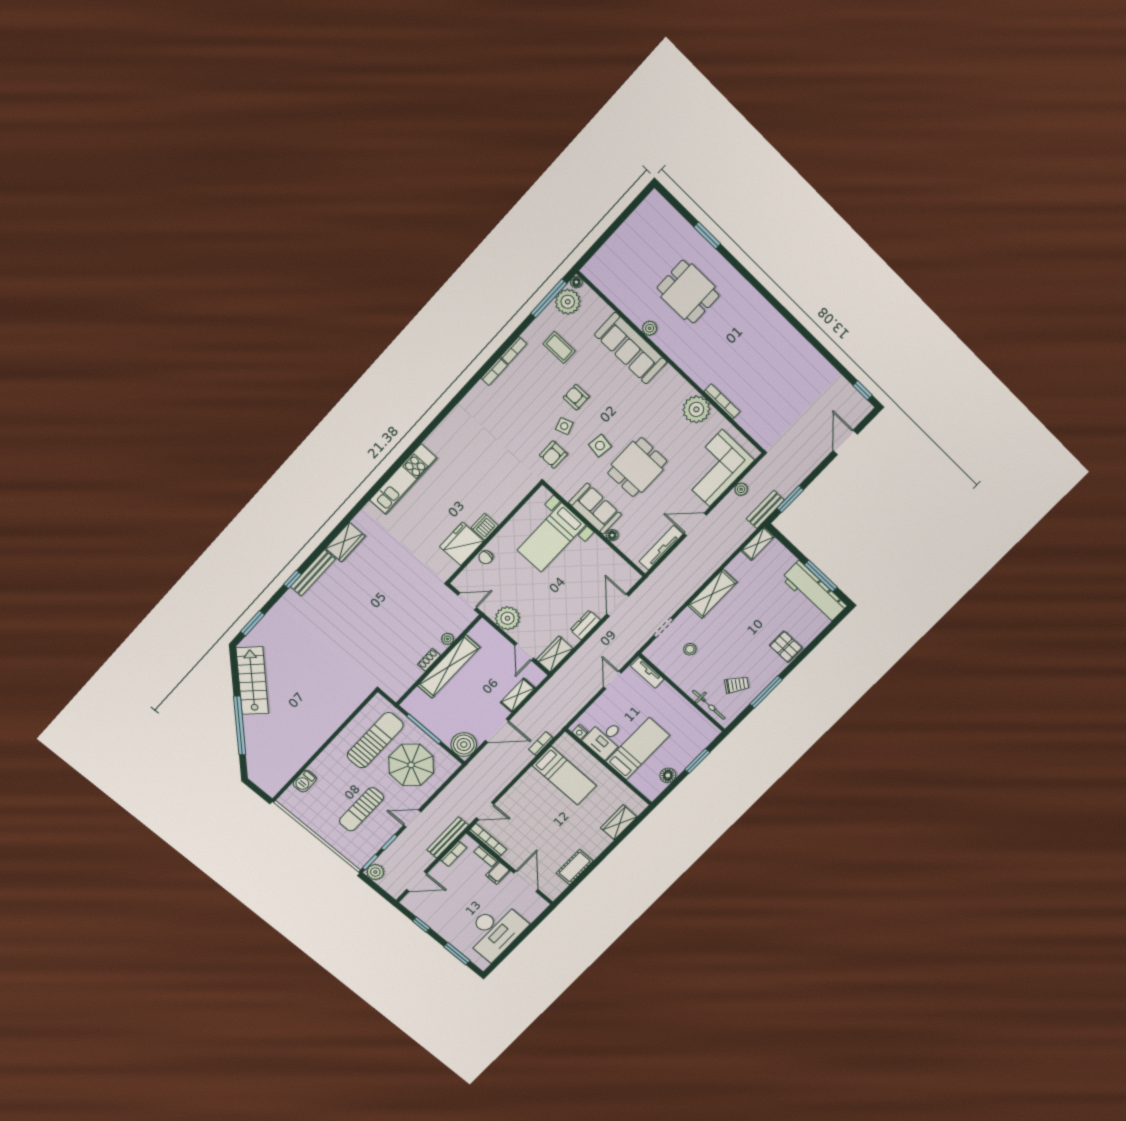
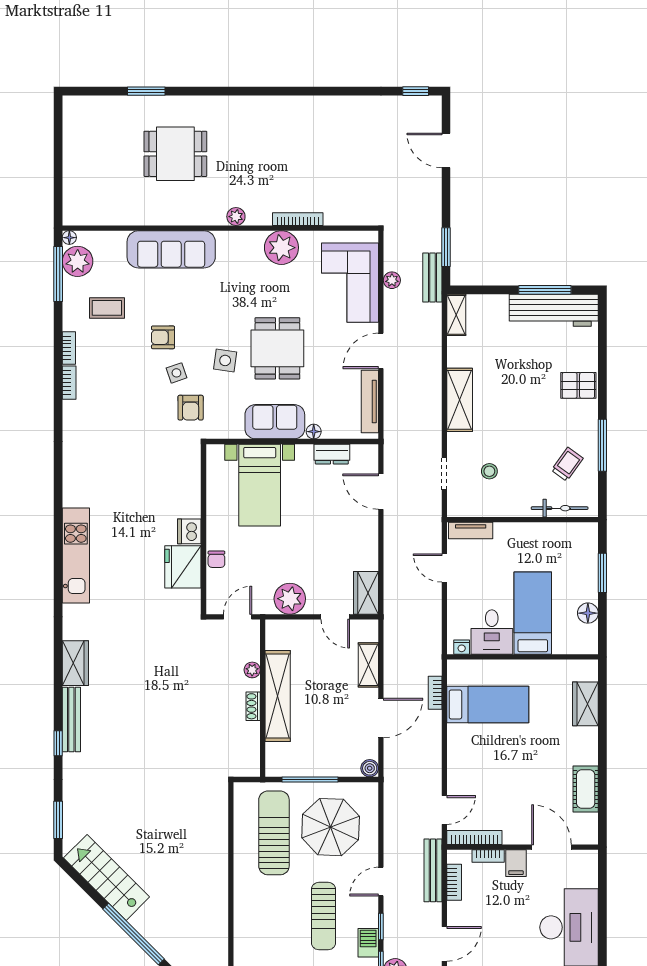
plant: (650, 328) -> (236, 217), moved
dresser: (585, 625) -> (332, 454), moved, turned -90
boiler: (464, 745) -> (370, 768), width x0.54, depth x0.54
barbecue: (305, 781) -> (368, 943), moved, turned 180

